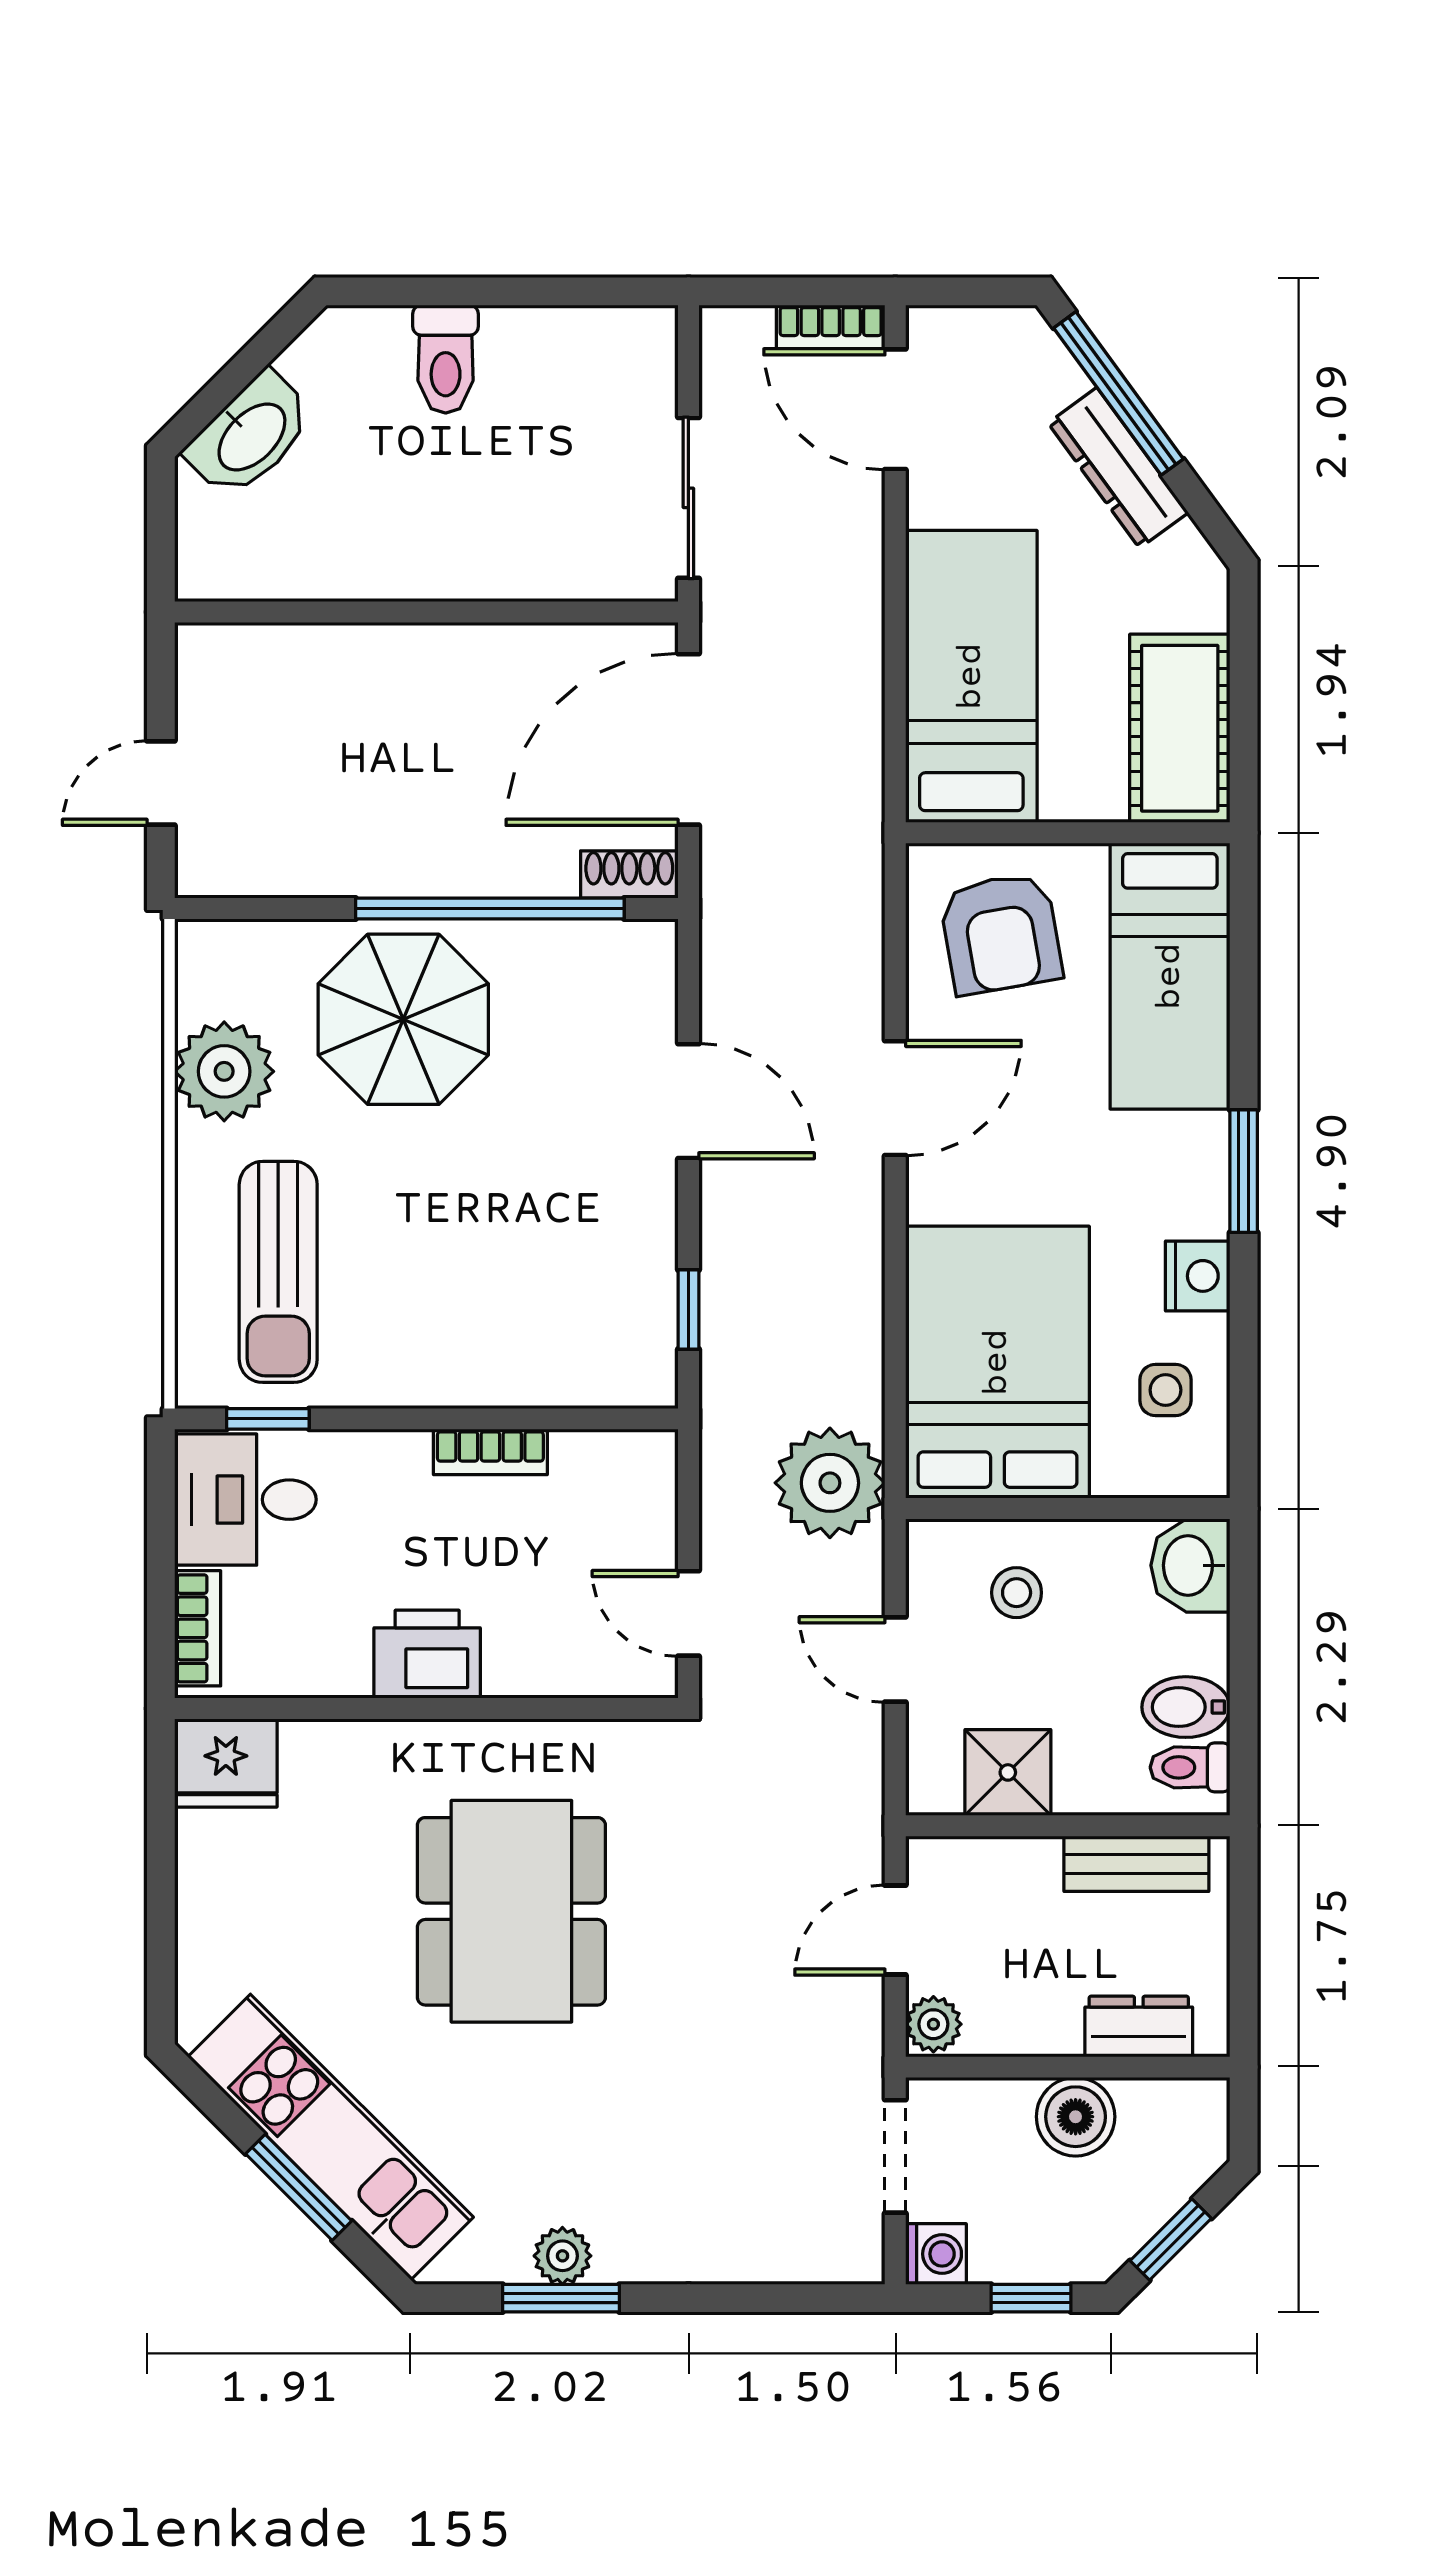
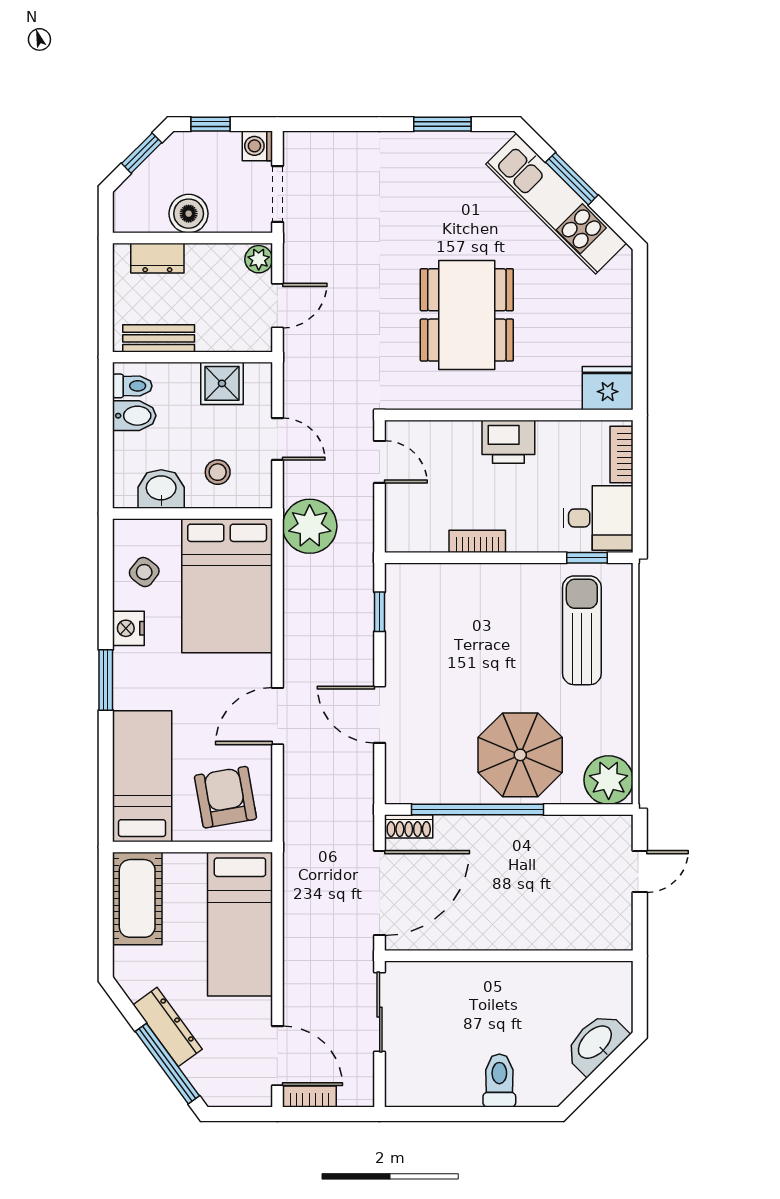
plant: (224, 1071) -> (609, 780), moved
side table: (1166, 1390) -> (144, 572), turned 38
washbasin: (1190, 1565) -> (161, 489), moved, turned -90
plant: (562, 2256) -> (442, 145), removed

